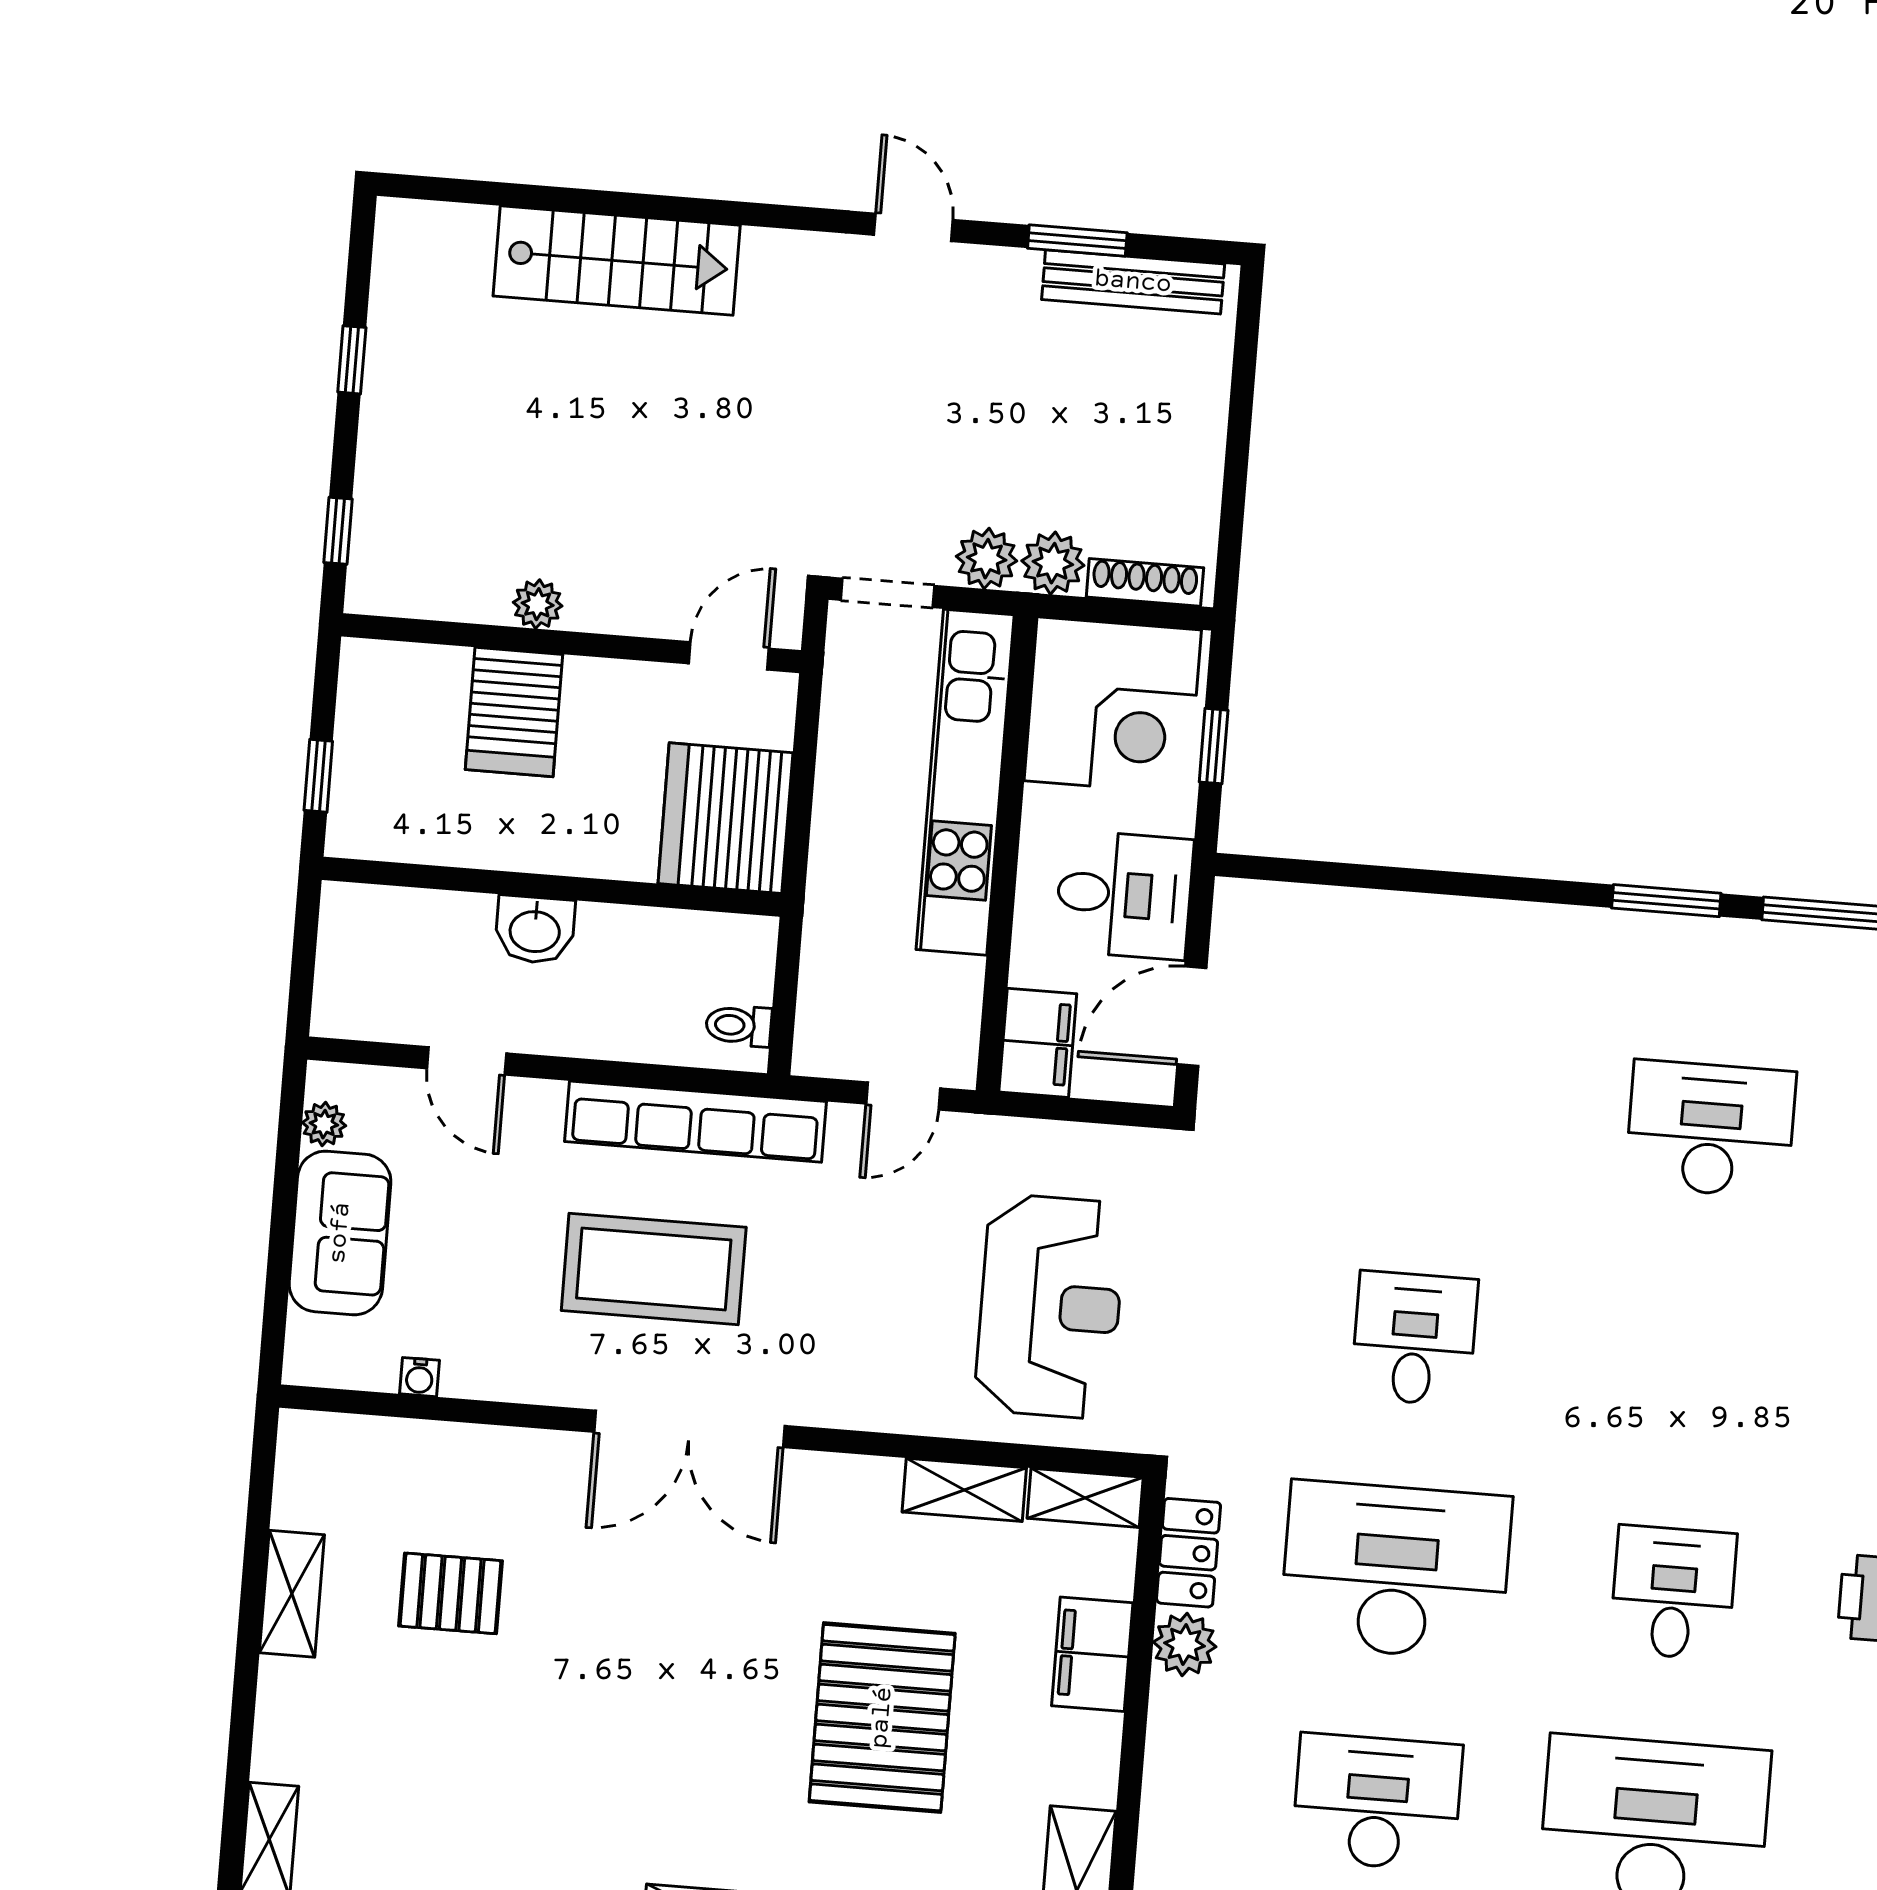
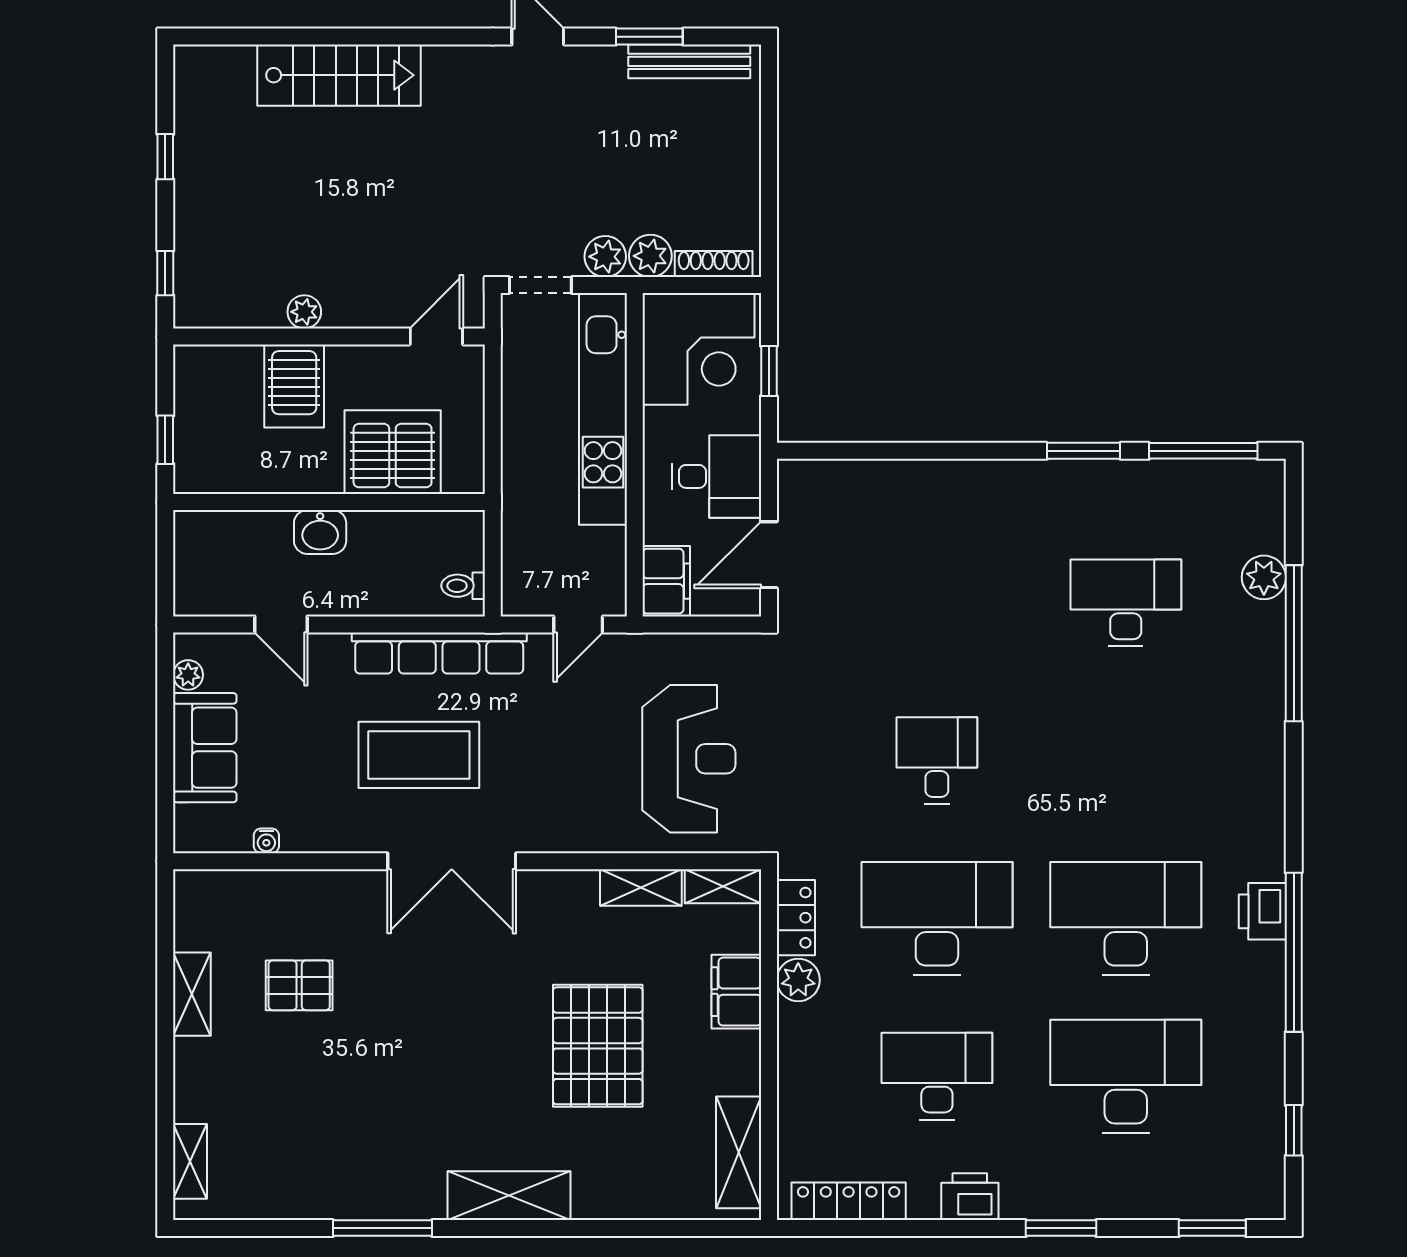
server rack: (725, 818) -> (393, 452), moved, turned 90
desk: (1673, 1593) -> (1126, 918), width x1.87, depth x1.30

